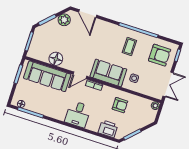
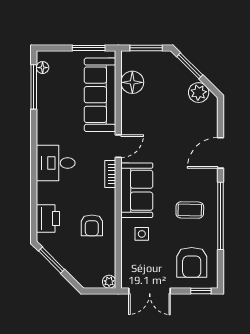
door: (88, 14) -> (220, 153), moved
floor lamp: (56, 59) -> (132, 82), moved
door: (80, 75) -> (118, 146), swing flipped

